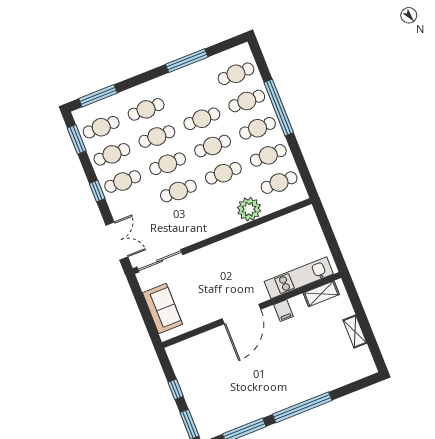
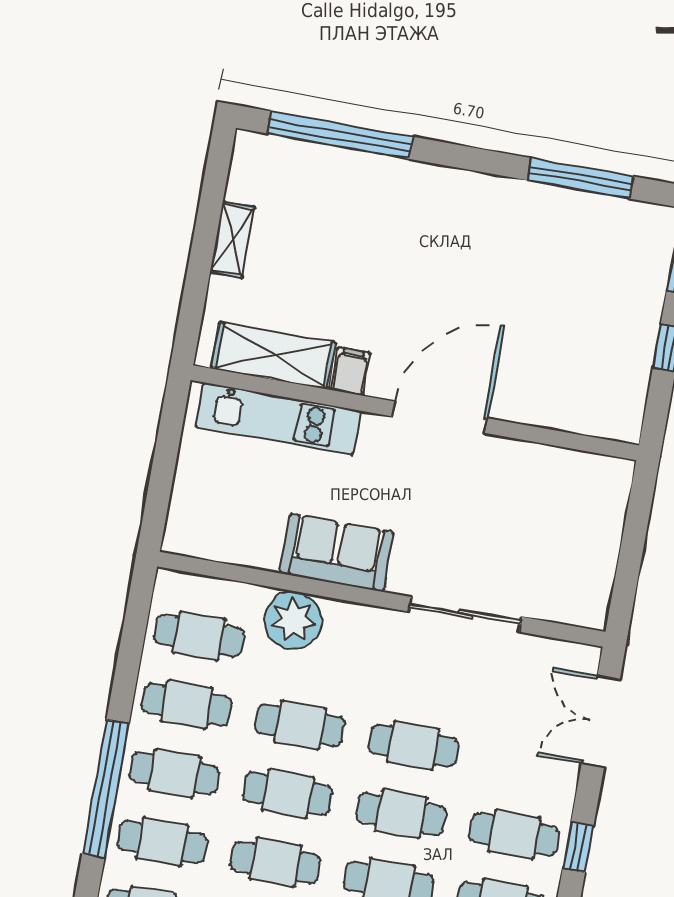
sliding door: (160, 261) -> (465, 614), moved
shelving: (321, 294) -> (274, 356), width x1.50, depth x1.33
sofa: (162, 309) -> (337, 552), moved, turned 90
window: (302, 407) -> (340, 135), moved

